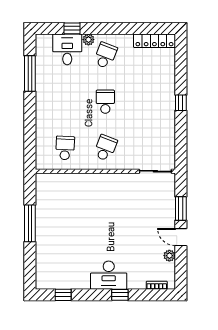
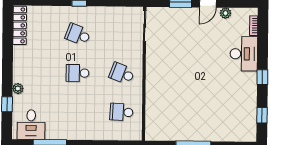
desk: (67, 49) -> (31, 125), moved, turned -90
school desk: (105, 55) -> (78, 34), moved
desk: (109, 275) -> (244, 54), moved
window: (120, 295) -> (262, 77), moved

